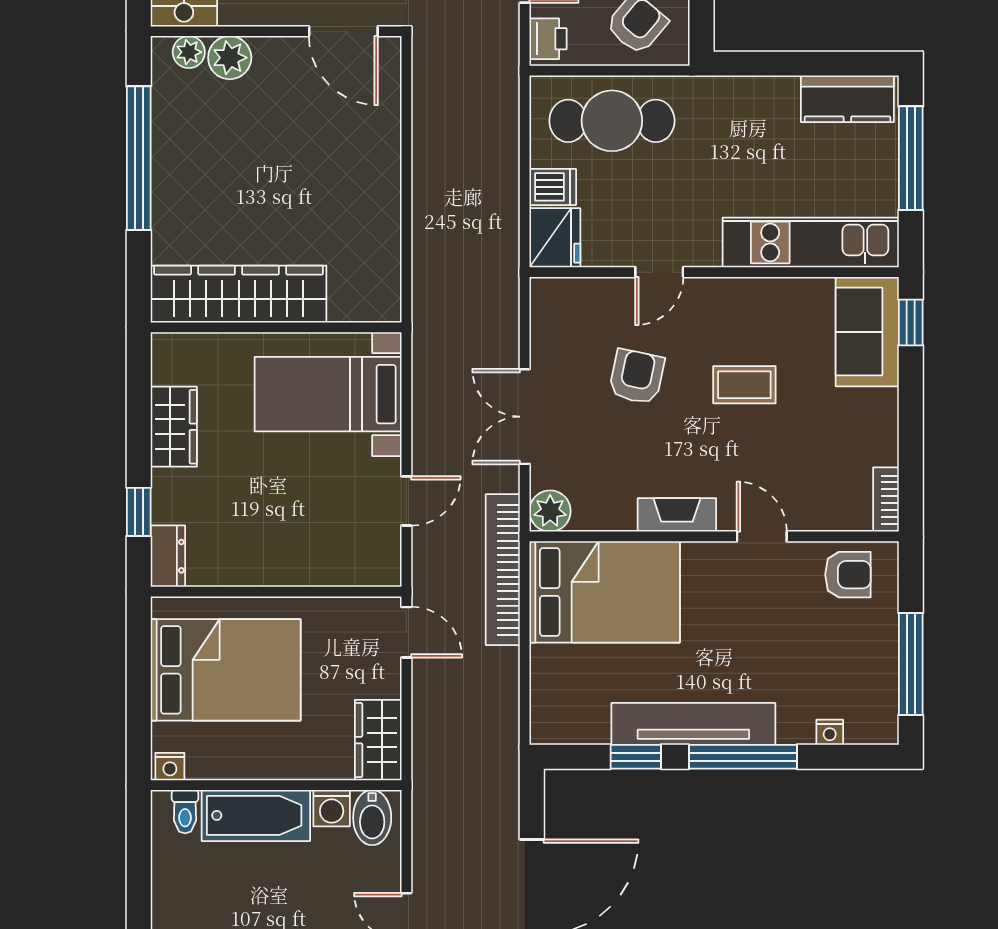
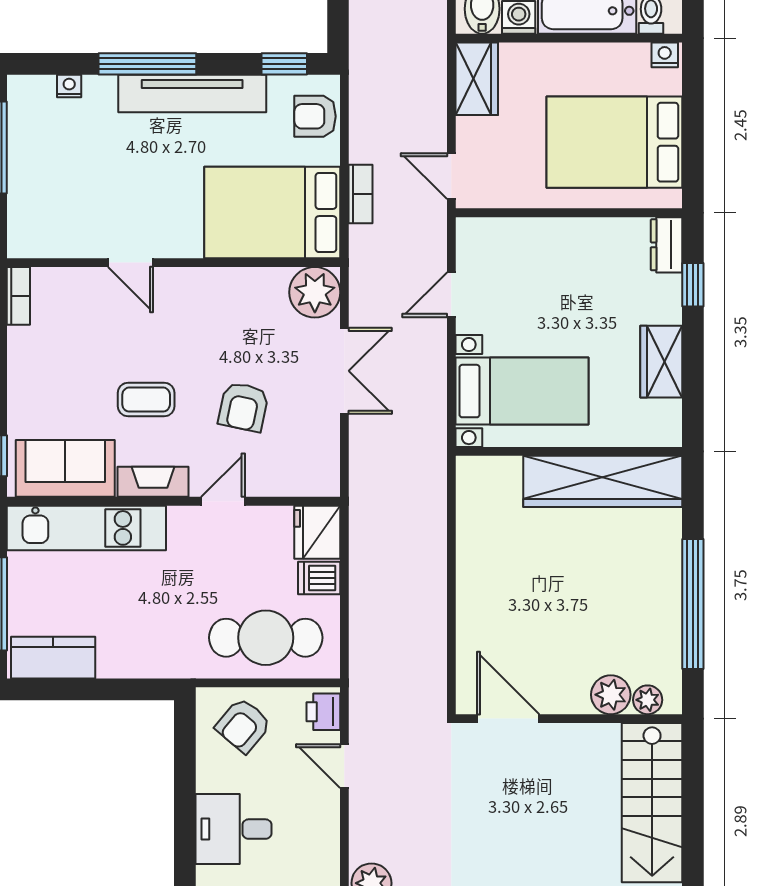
sofa: (867, 332) -> (65, 468), moved, turned -90
plant: (550, 511) -> (315, 292), width x1.36, depth x1.36
fireplace: (677, 515) -> (153, 482), moved, turned 180
bookcase: (503, 570) -> (360, 194), width x0.43, depth x0.76
armchair: (848, 575) -> (315, 116), moved
window: (636, 757) -> (284, 64), moved

